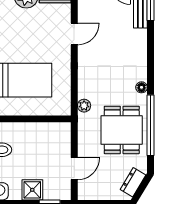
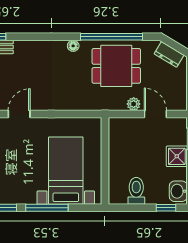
door: (74, 34) -> (19, 114), hinge flipped
plant: (84, 106) -> (134, 104), moved

